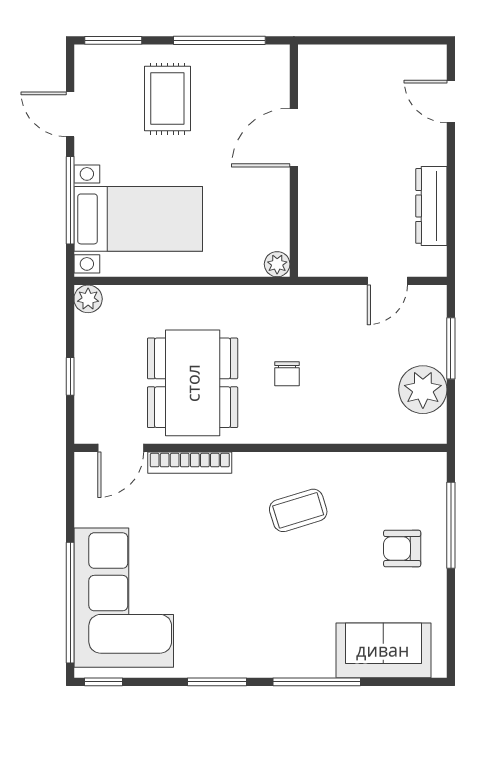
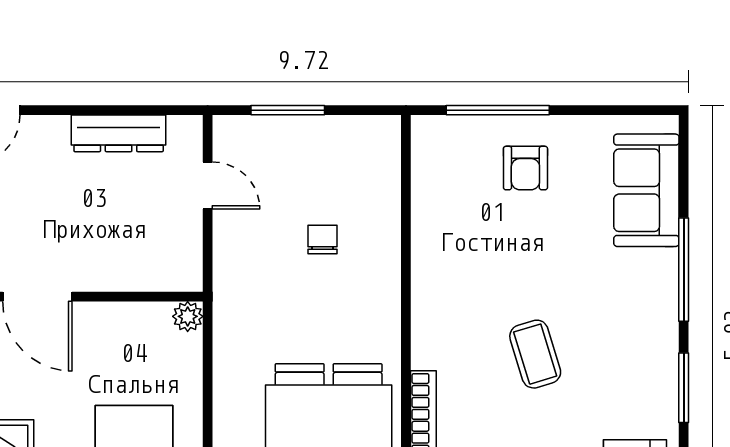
chair: (287, 374) -> (322, 239), moved, turned -90
plant: (423, 390) -> (337, 143), removed
coffee table: (298, 510) -> (535, 354), moved

